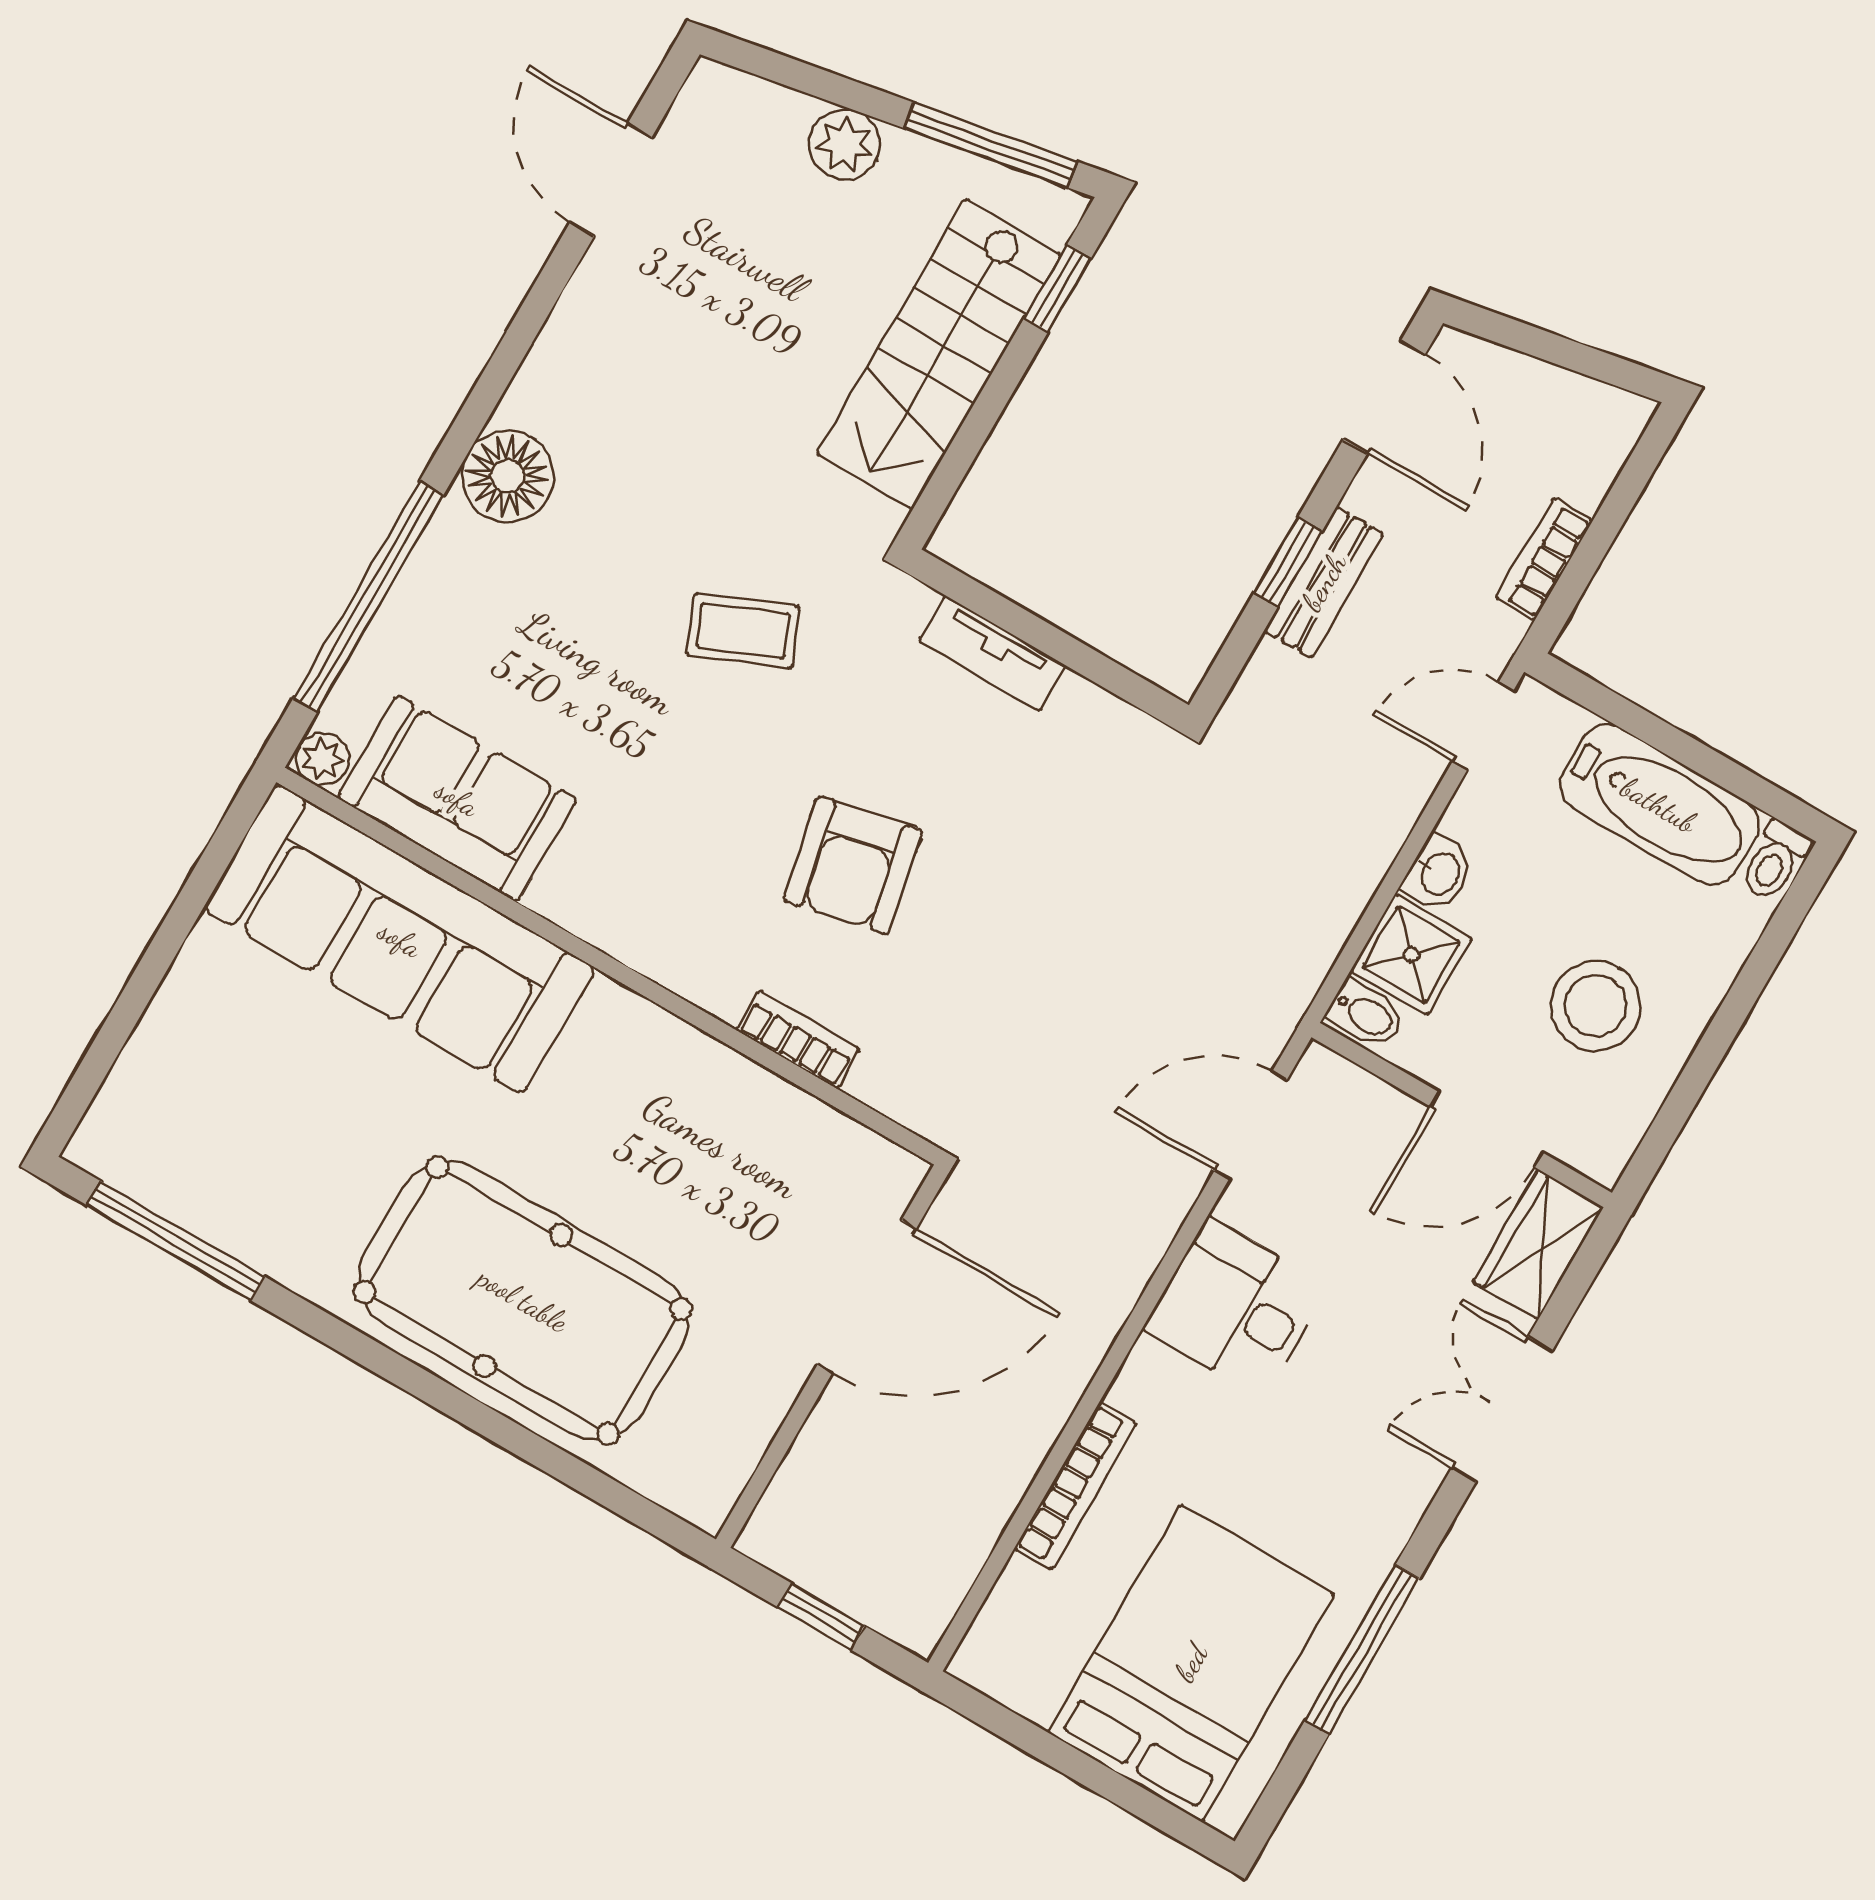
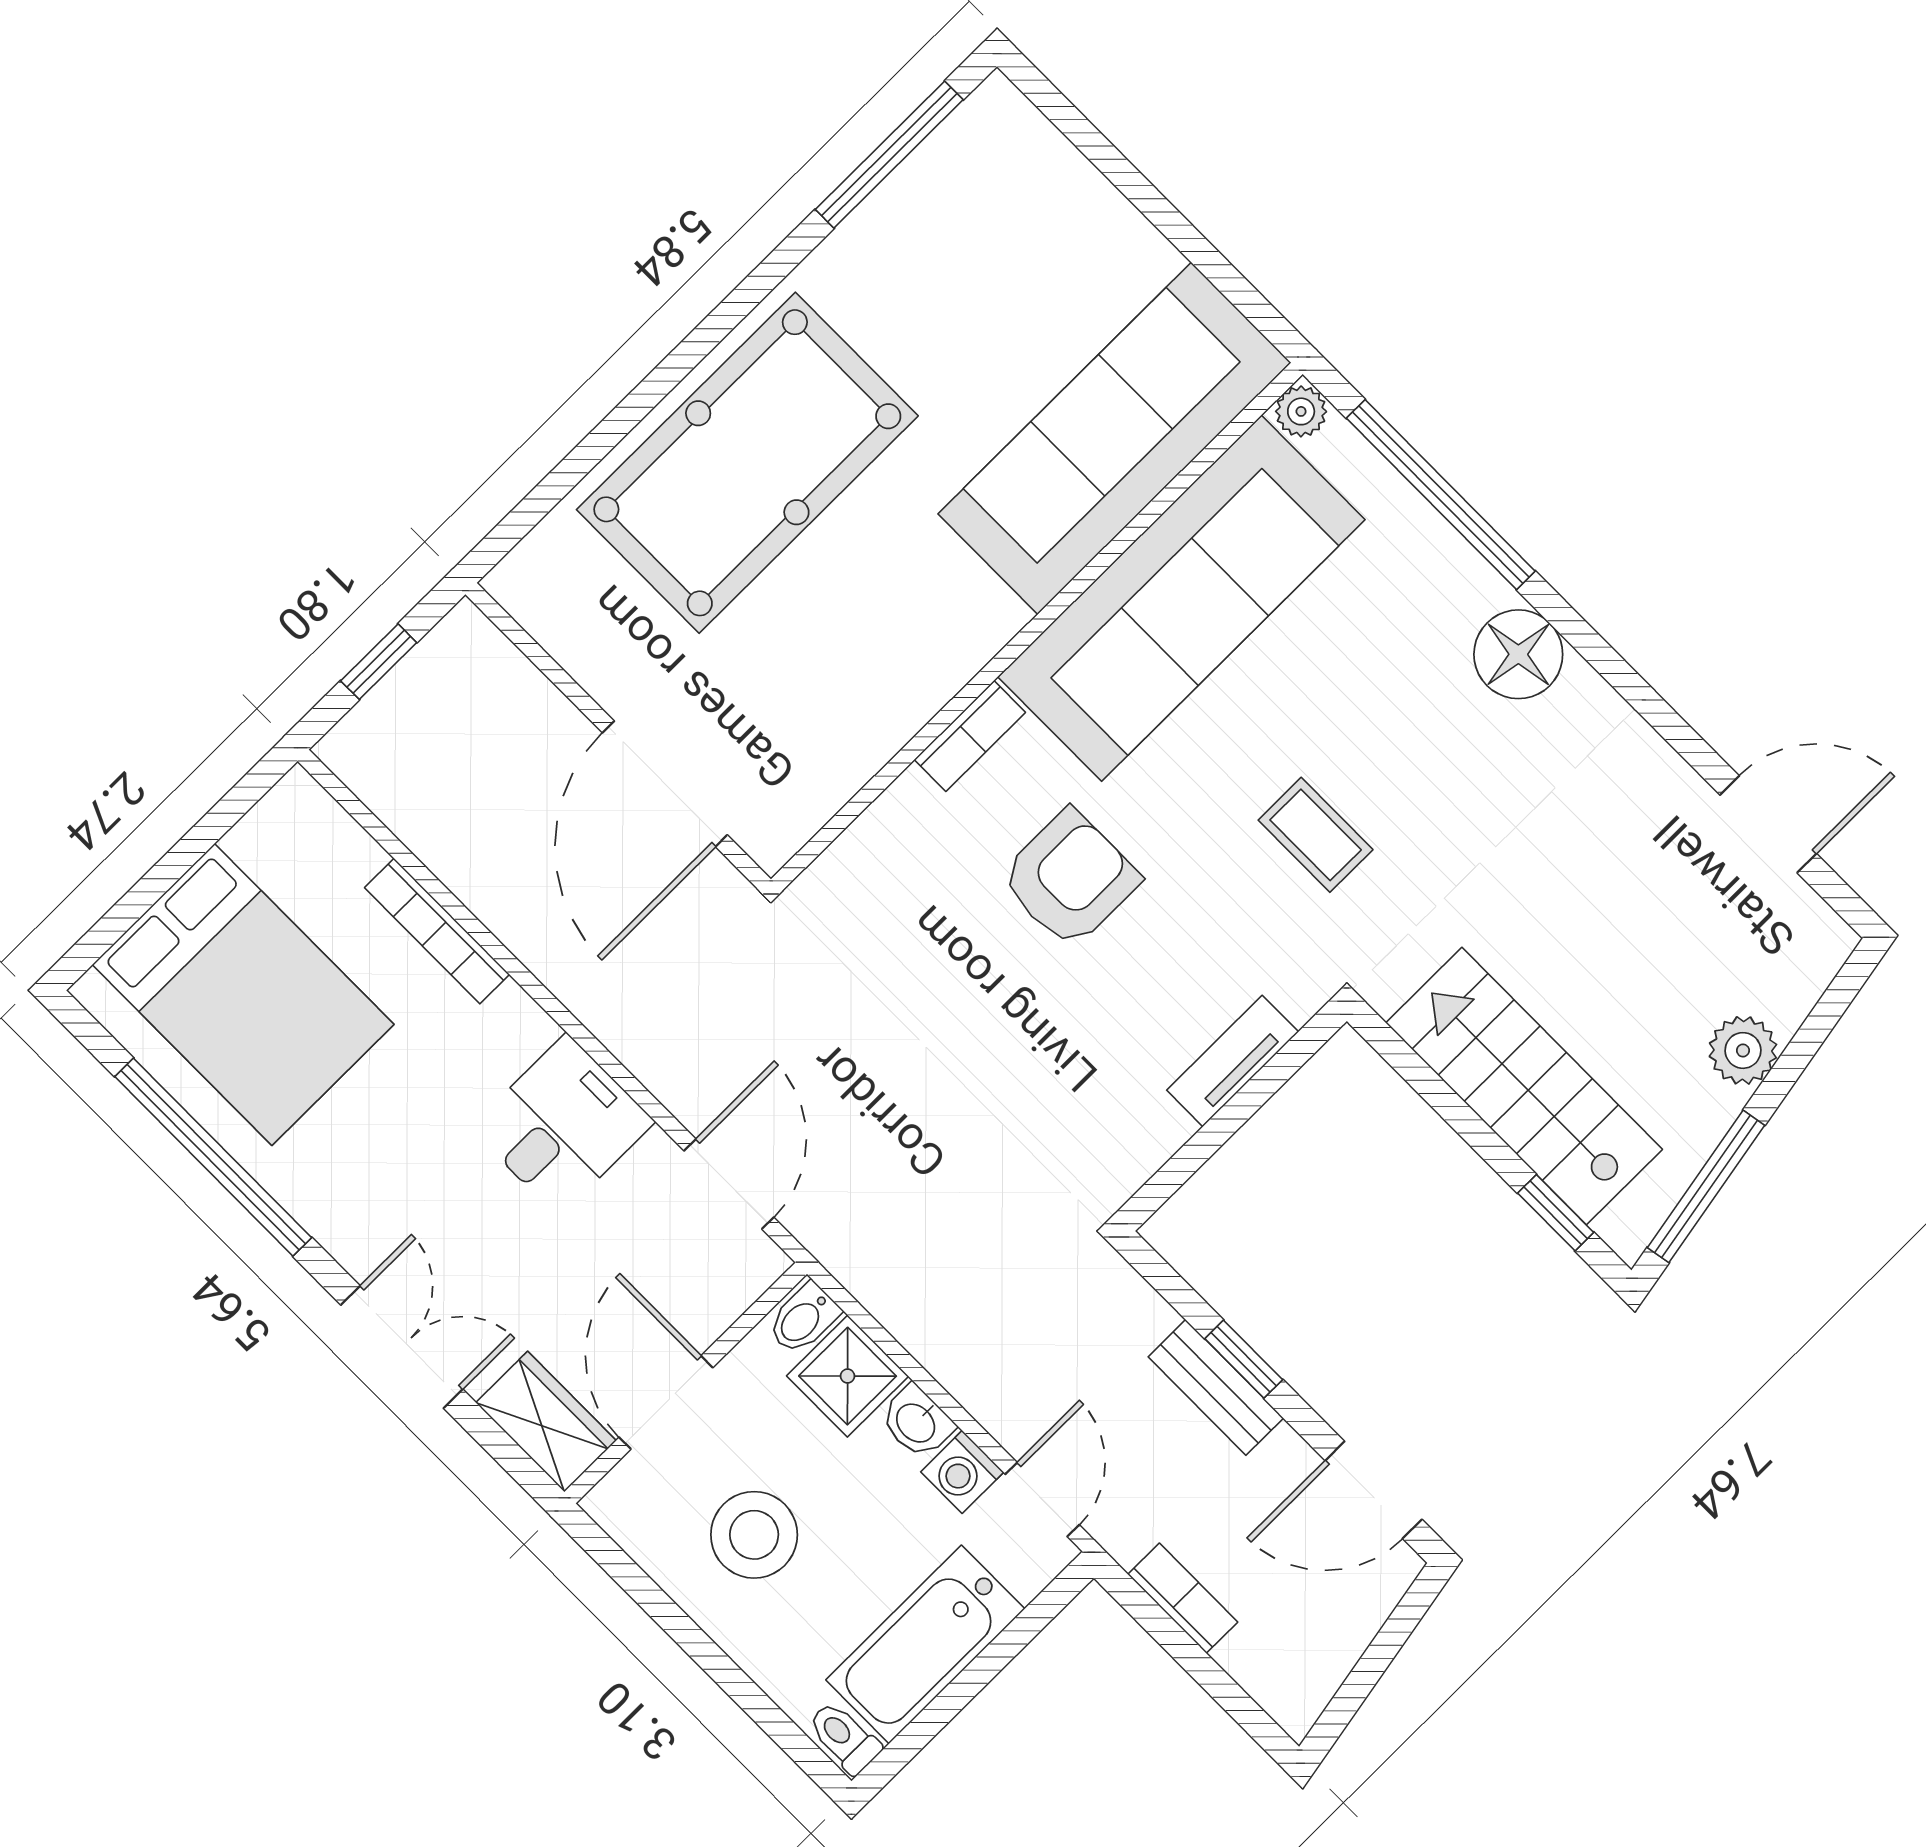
coffee table: (743, 631) -> (1316, 835), turned -67
sofa: (457, 798) -> (1181, 598), width x1.85, depth x1.27
washing machine: (1477, 814) -> (962, 1472), added
armchair: (853, 865) -> (1070, 879), turned 102
bookcase: (798, 1039) -> (970, 736), moved
window: (1362, 1649) -> (213, 1157), width x1.46

